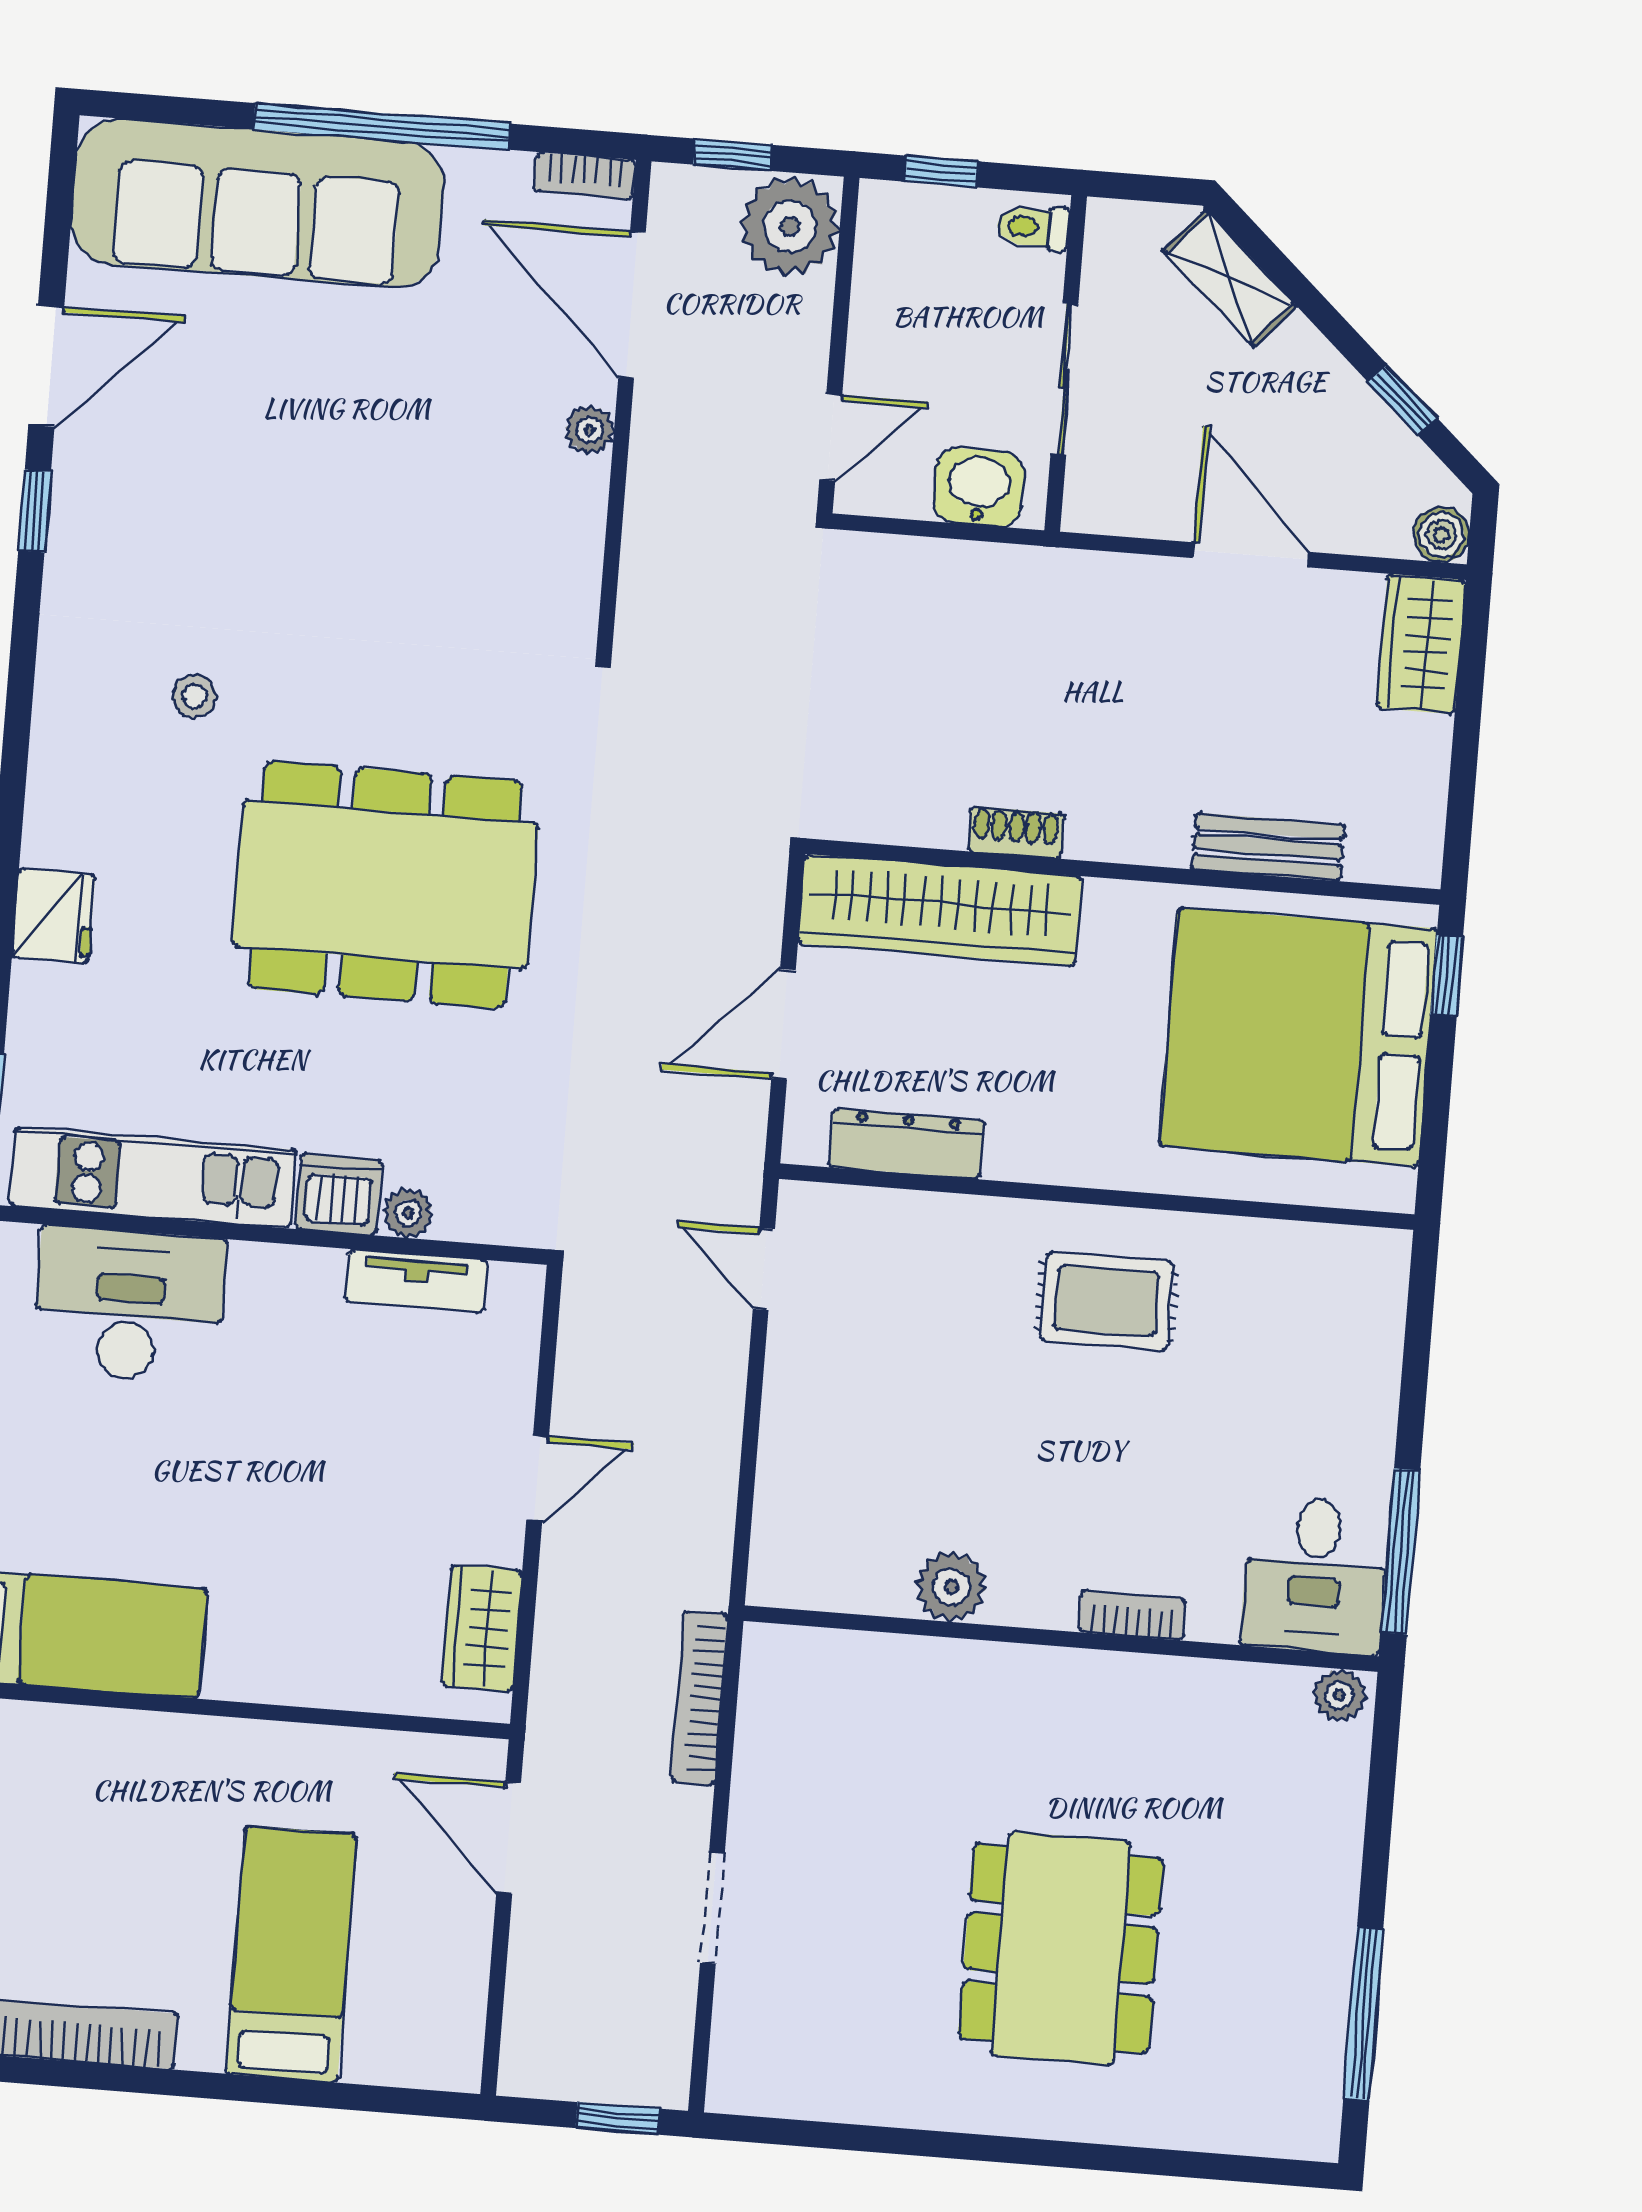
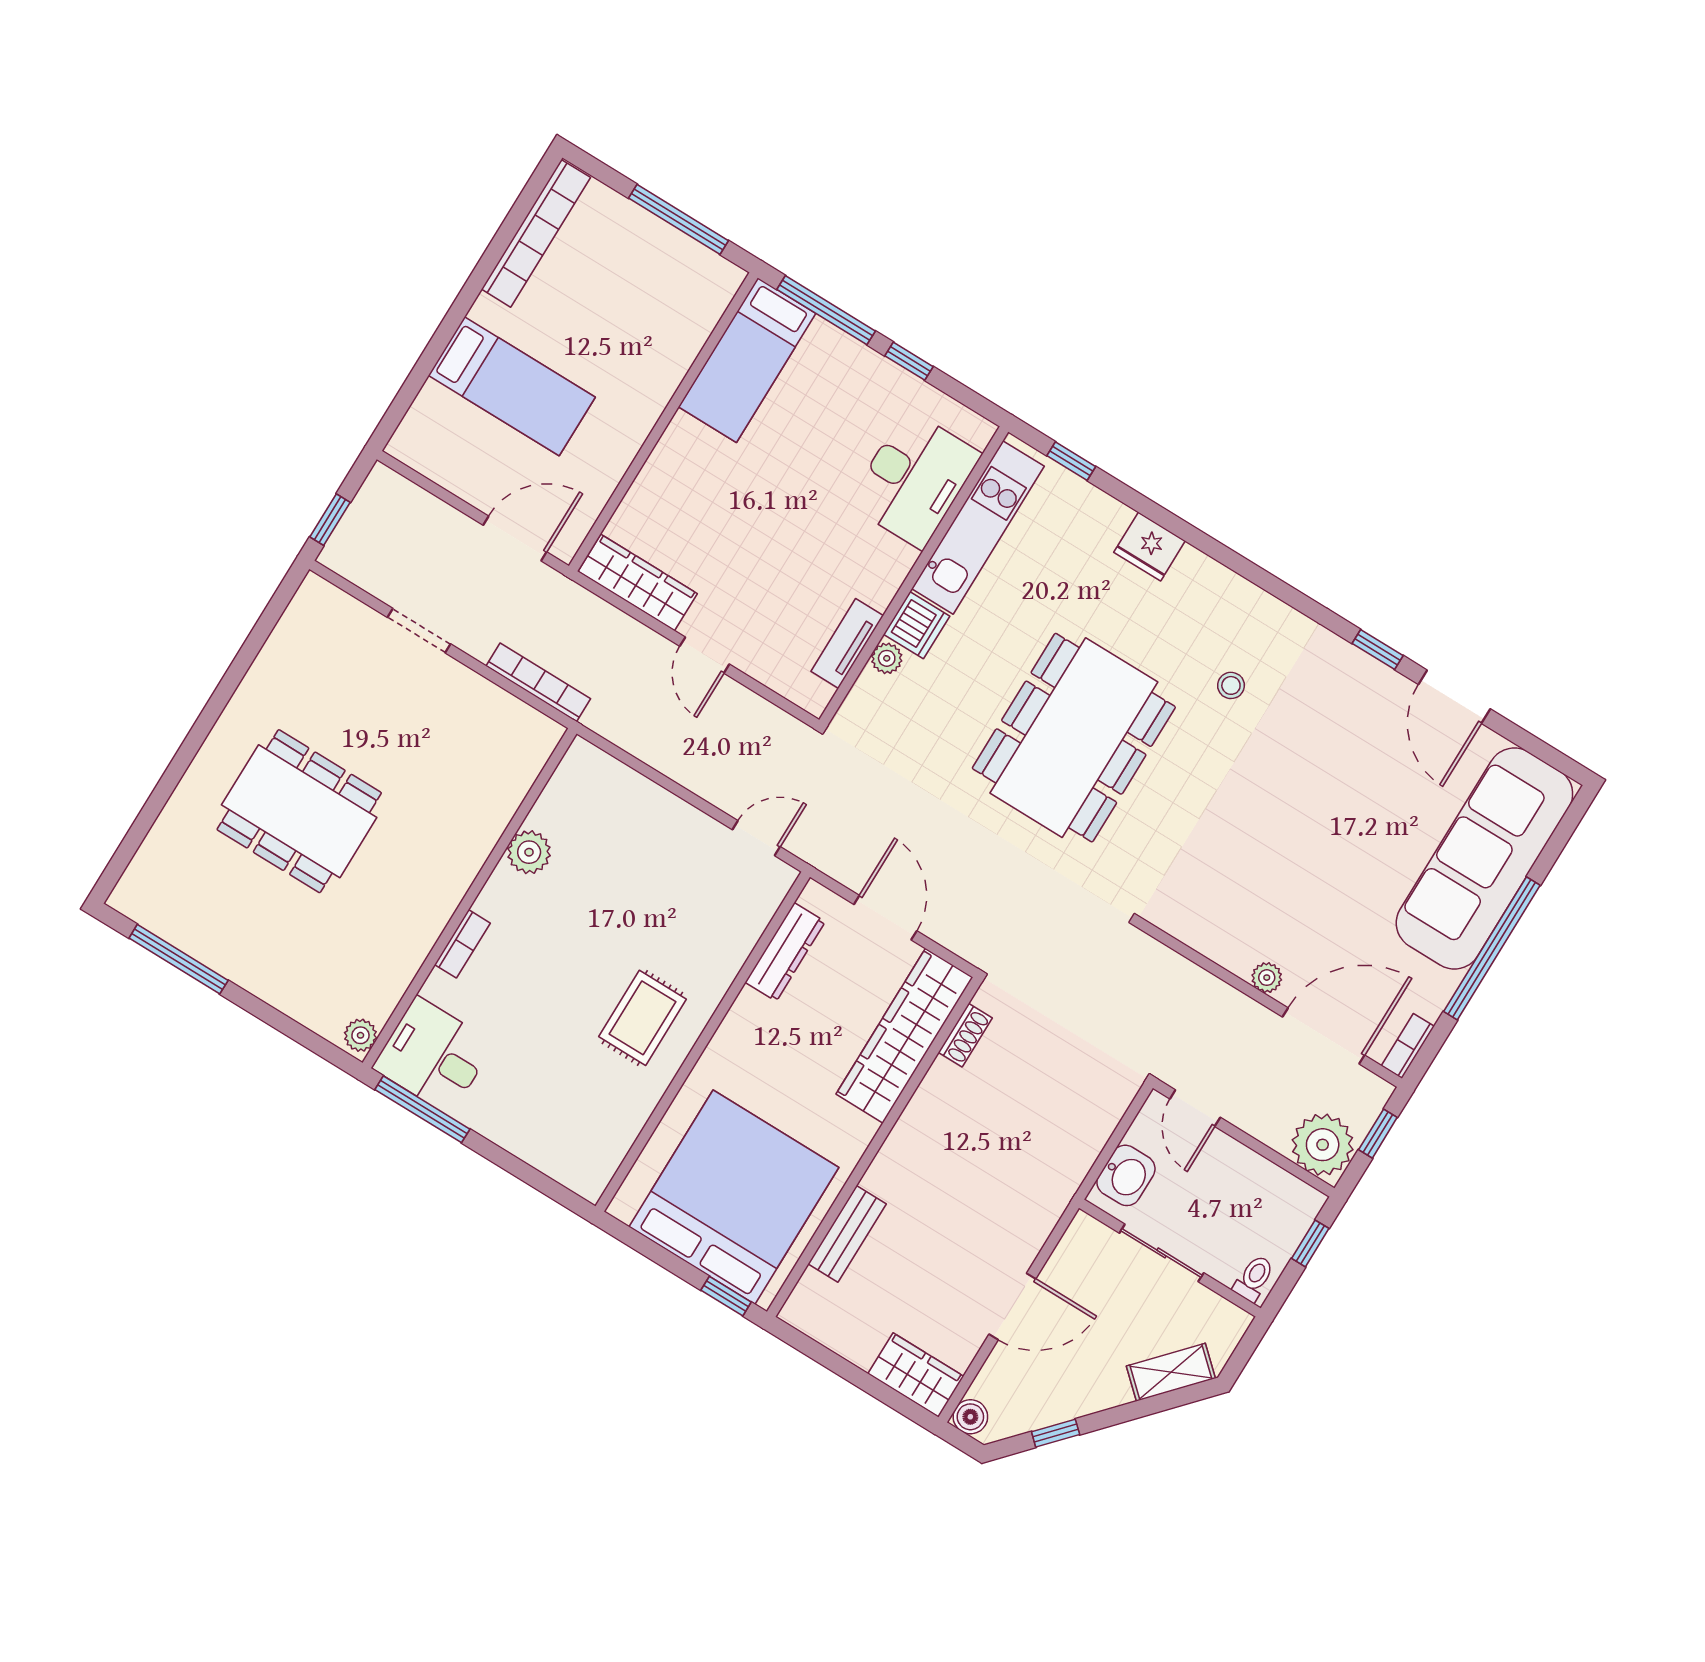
shoe rack: (1016, 832) -> (965, 1035), moved
wardrobe: (482, 1628) -> (638, 583), width x1.50

